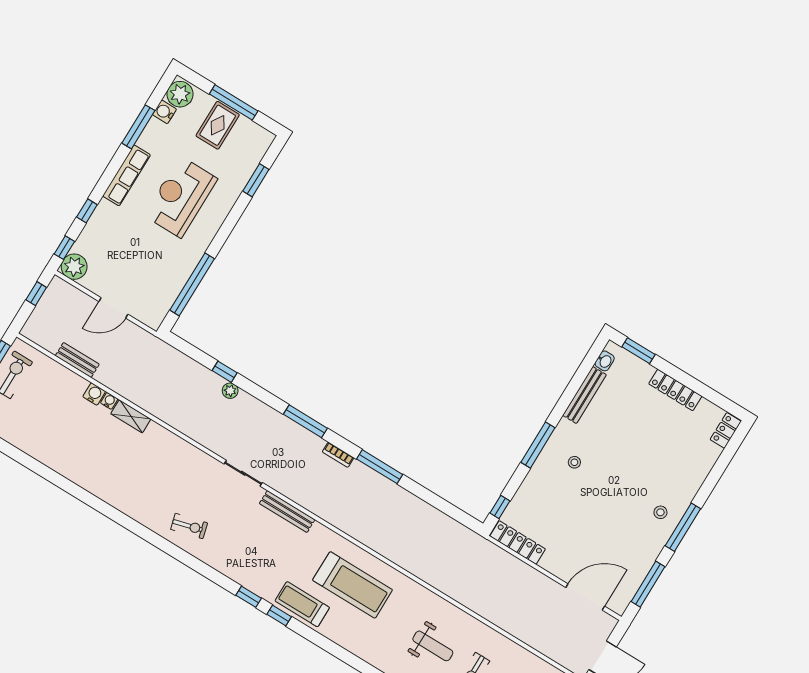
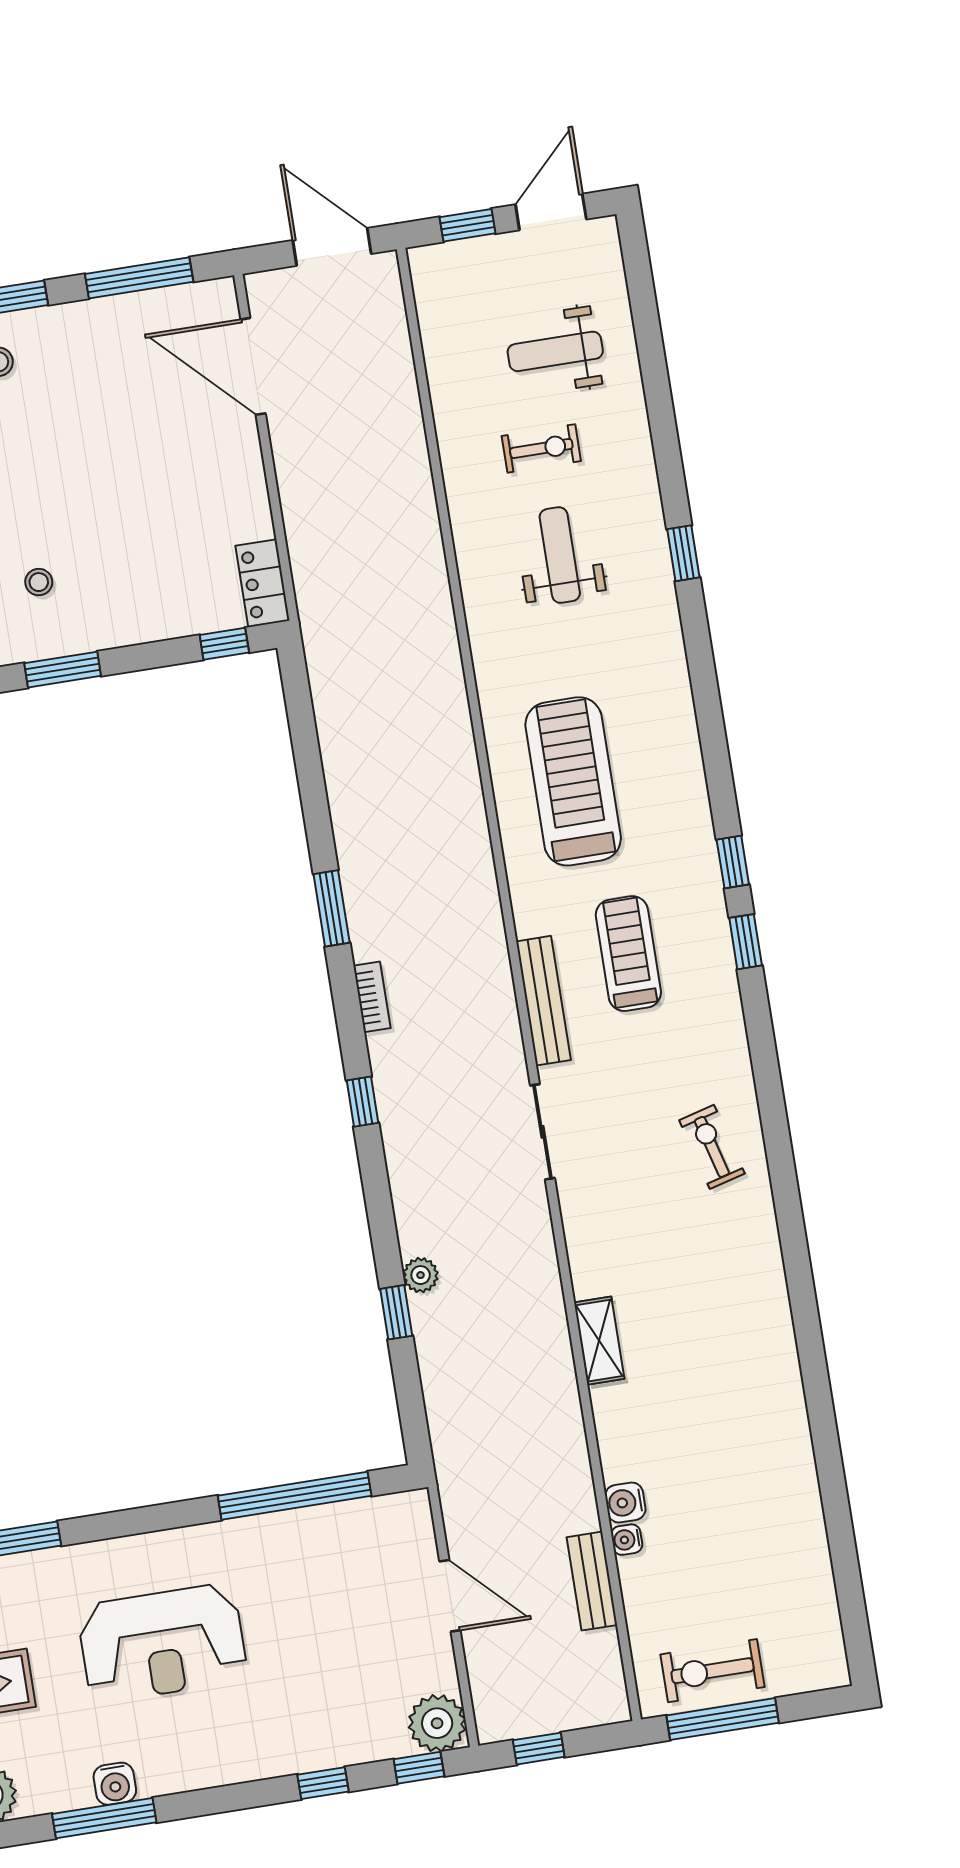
water cooler: (164, 112) -> (115, 1784), moved
row of seats: (127, 175) -> (205, 1767), removed
water cooler: (109, 401) -> (627, 1540), moved
shelving: (131, 416) -> (599, 1341), moved
window: (305, 421) -> (362, 1102), width x0.46
window: (538, 445) -> (63, 670), width x0.69
window: (380, 467) -> (332, 908), width x0.69
locker: (518, 542) -> (262, 583), width x0.66
treadmill: (302, 604) -> (628, 954), moved, turned 180

